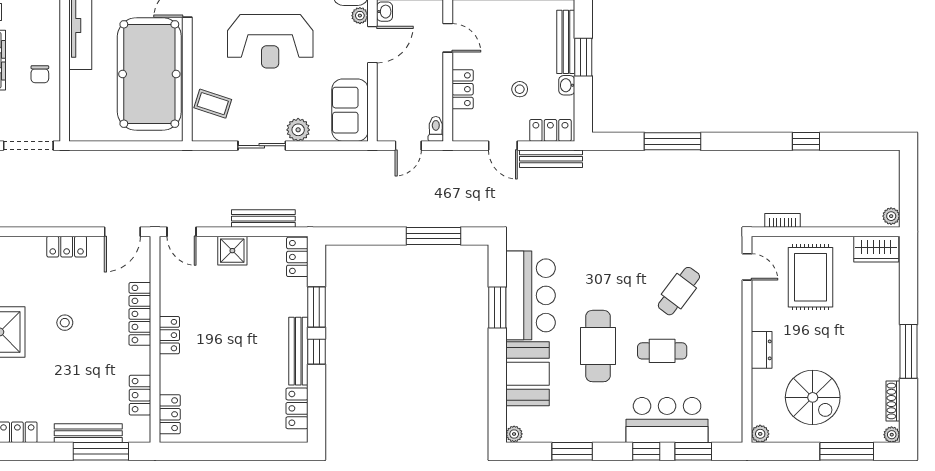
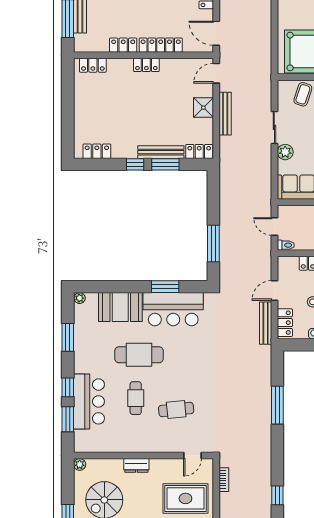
bench: (263, 219) -> (225, 114), moved
cafe table: (679, 291) -> (176, 409), turned -43
bench: (298, 351) -> (161, 152), moved
locker: (140, 395) -> (123, 45), moved

